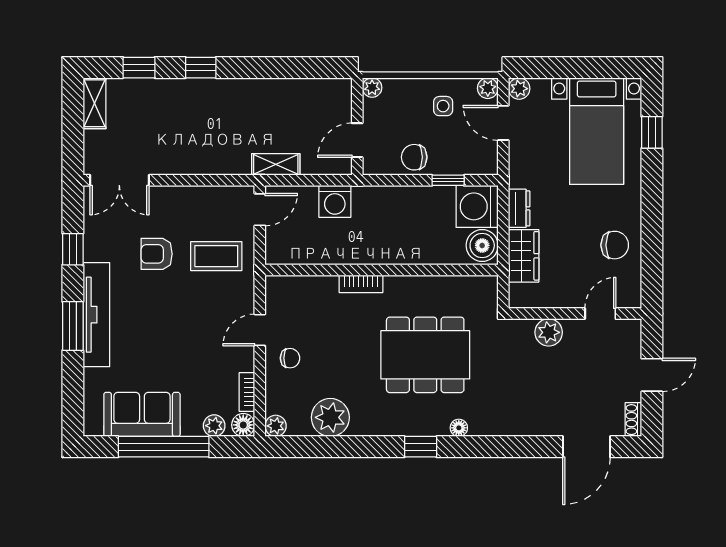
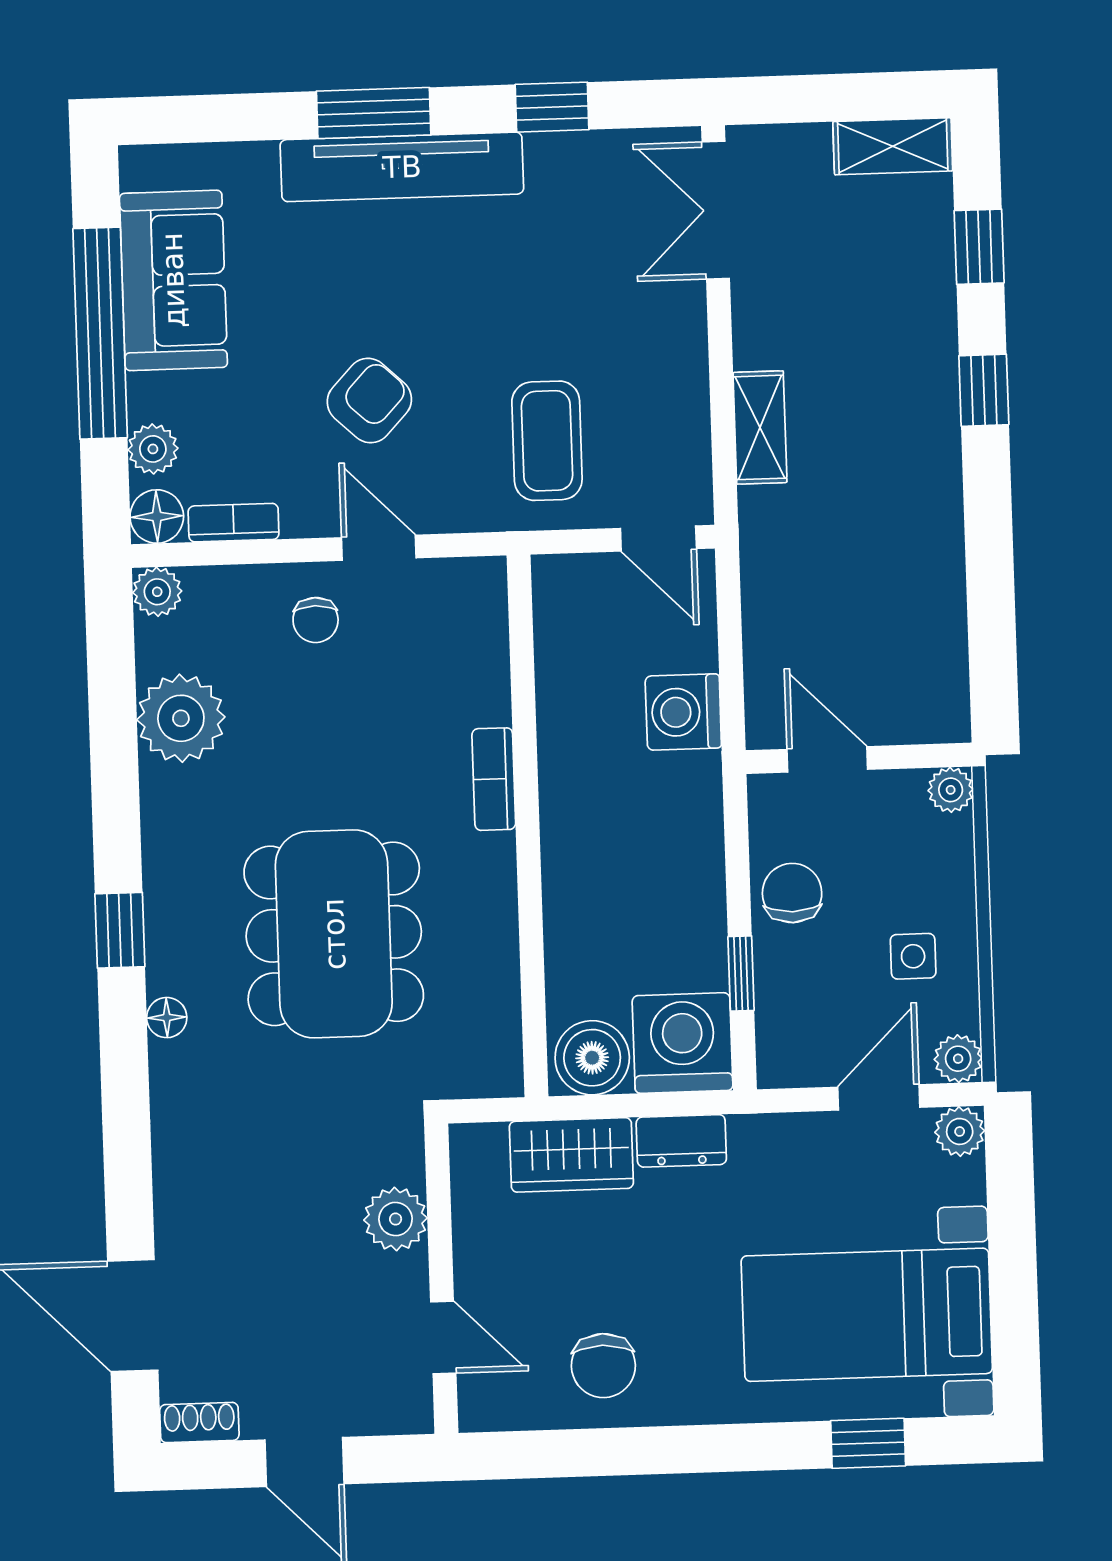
shelving: (276, 164) -> (760, 427), moved
armchair: (157, 254) -> (369, 401), moved, turned 43

